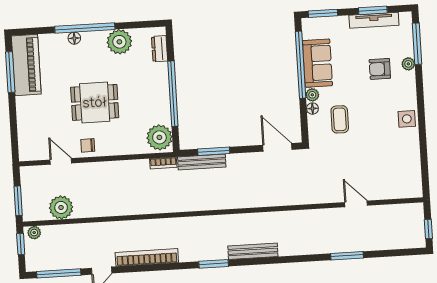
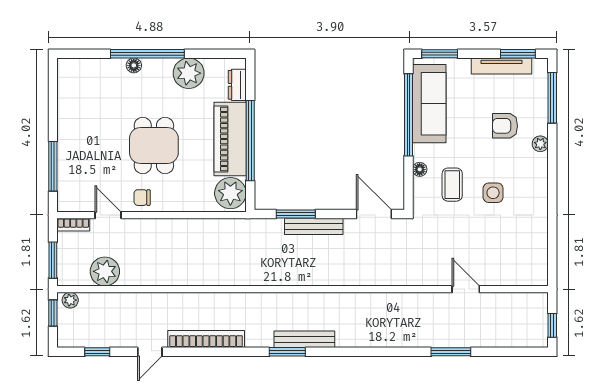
window: (373, 10) -> (518, 54), moved
sofa: (317, 63) -> (429, 104), width x1.36
plant: (408, 64) -> (540, 144), moved
piano: (26, 65) -> (230, 139), moved, turned 180
window: (10, 72) -> (53, 166), moved
plant: (312, 95) -> (421, 153), removed
dining table: (95, 102) -> (154, 146), turned 90
side table: (407, 119) -> (493, 193), moved
bench: (202, 162) -> (314, 226), moved
bookcase: (163, 163) -> (73, 225), moved
bench: (253, 251) -> (304, 339), moved
window: (59, 273) -> (97, 352), width x0.46

